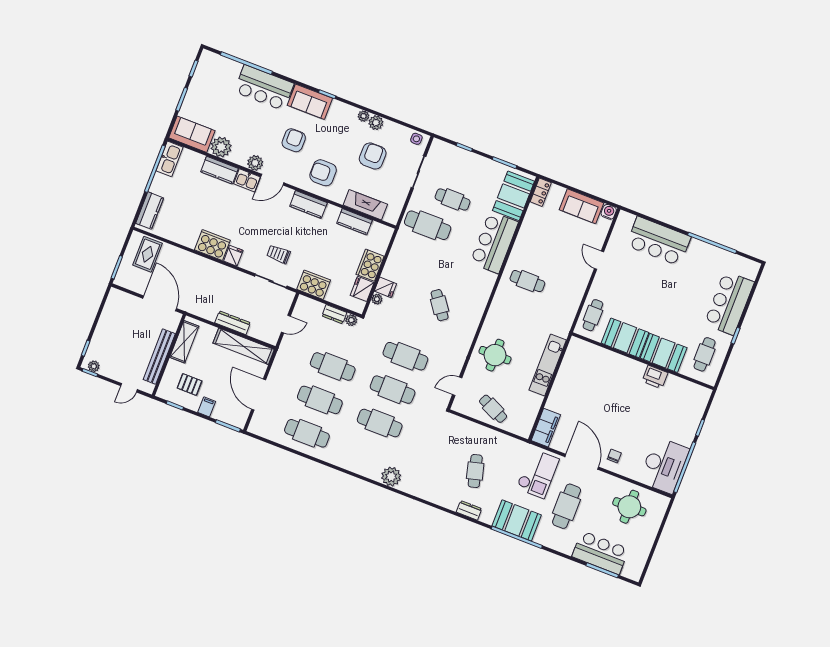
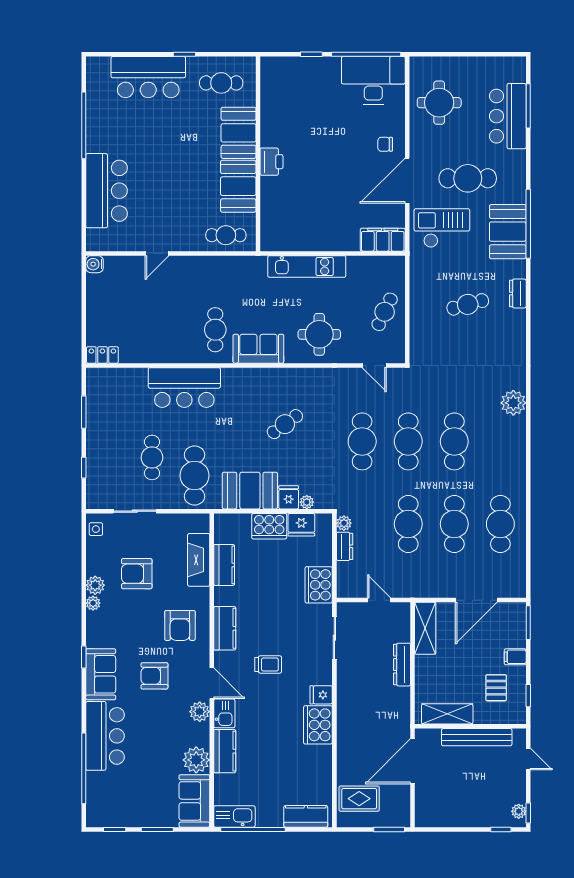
booth: (513, 196) -> (250, 491), moved
sofa: (582, 206) -> (258, 349), moved, turned -90
trolley: (279, 254) -> (268, 664), moved, turned -90
shelving: (244, 346) -> (425, 628), width x0.68
printer: (655, 377) -> (271, 162), moved

